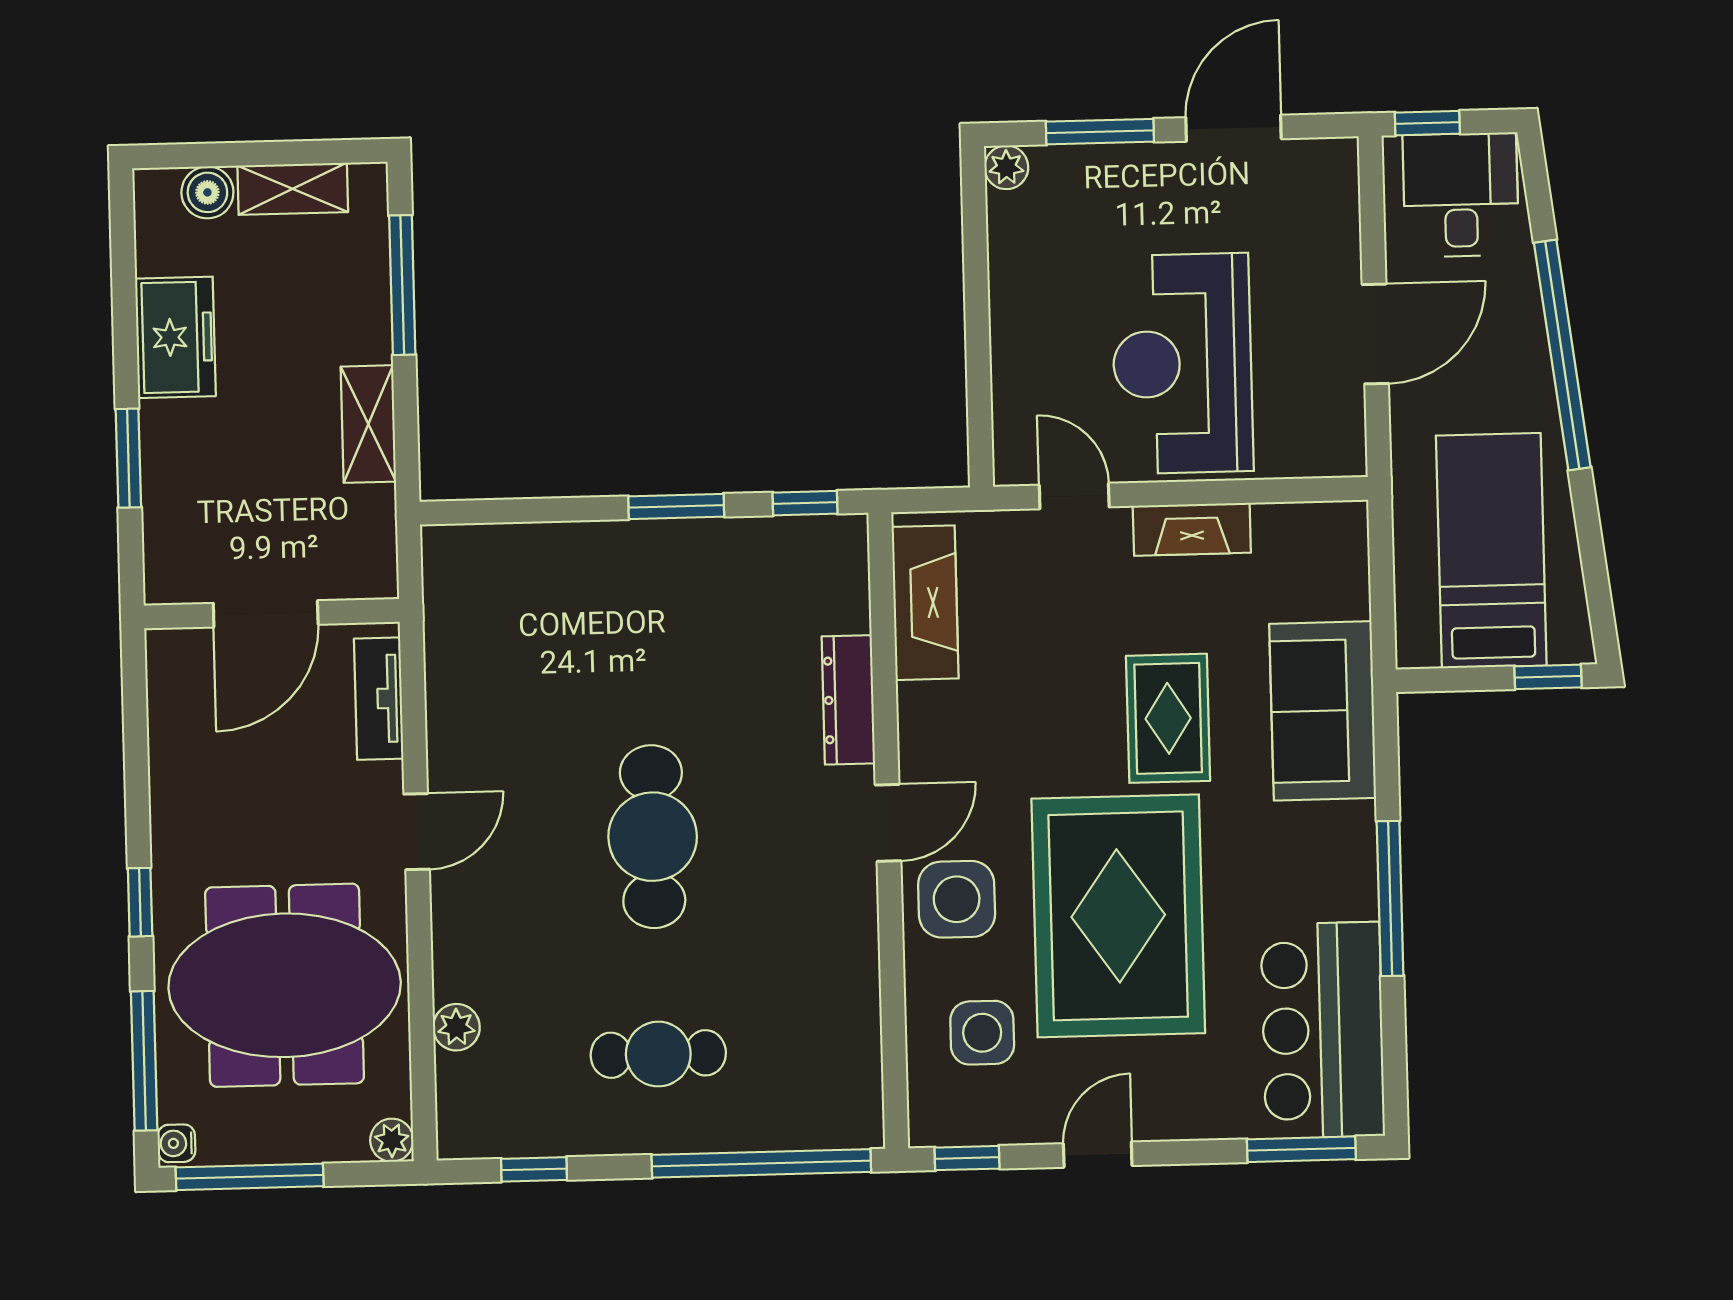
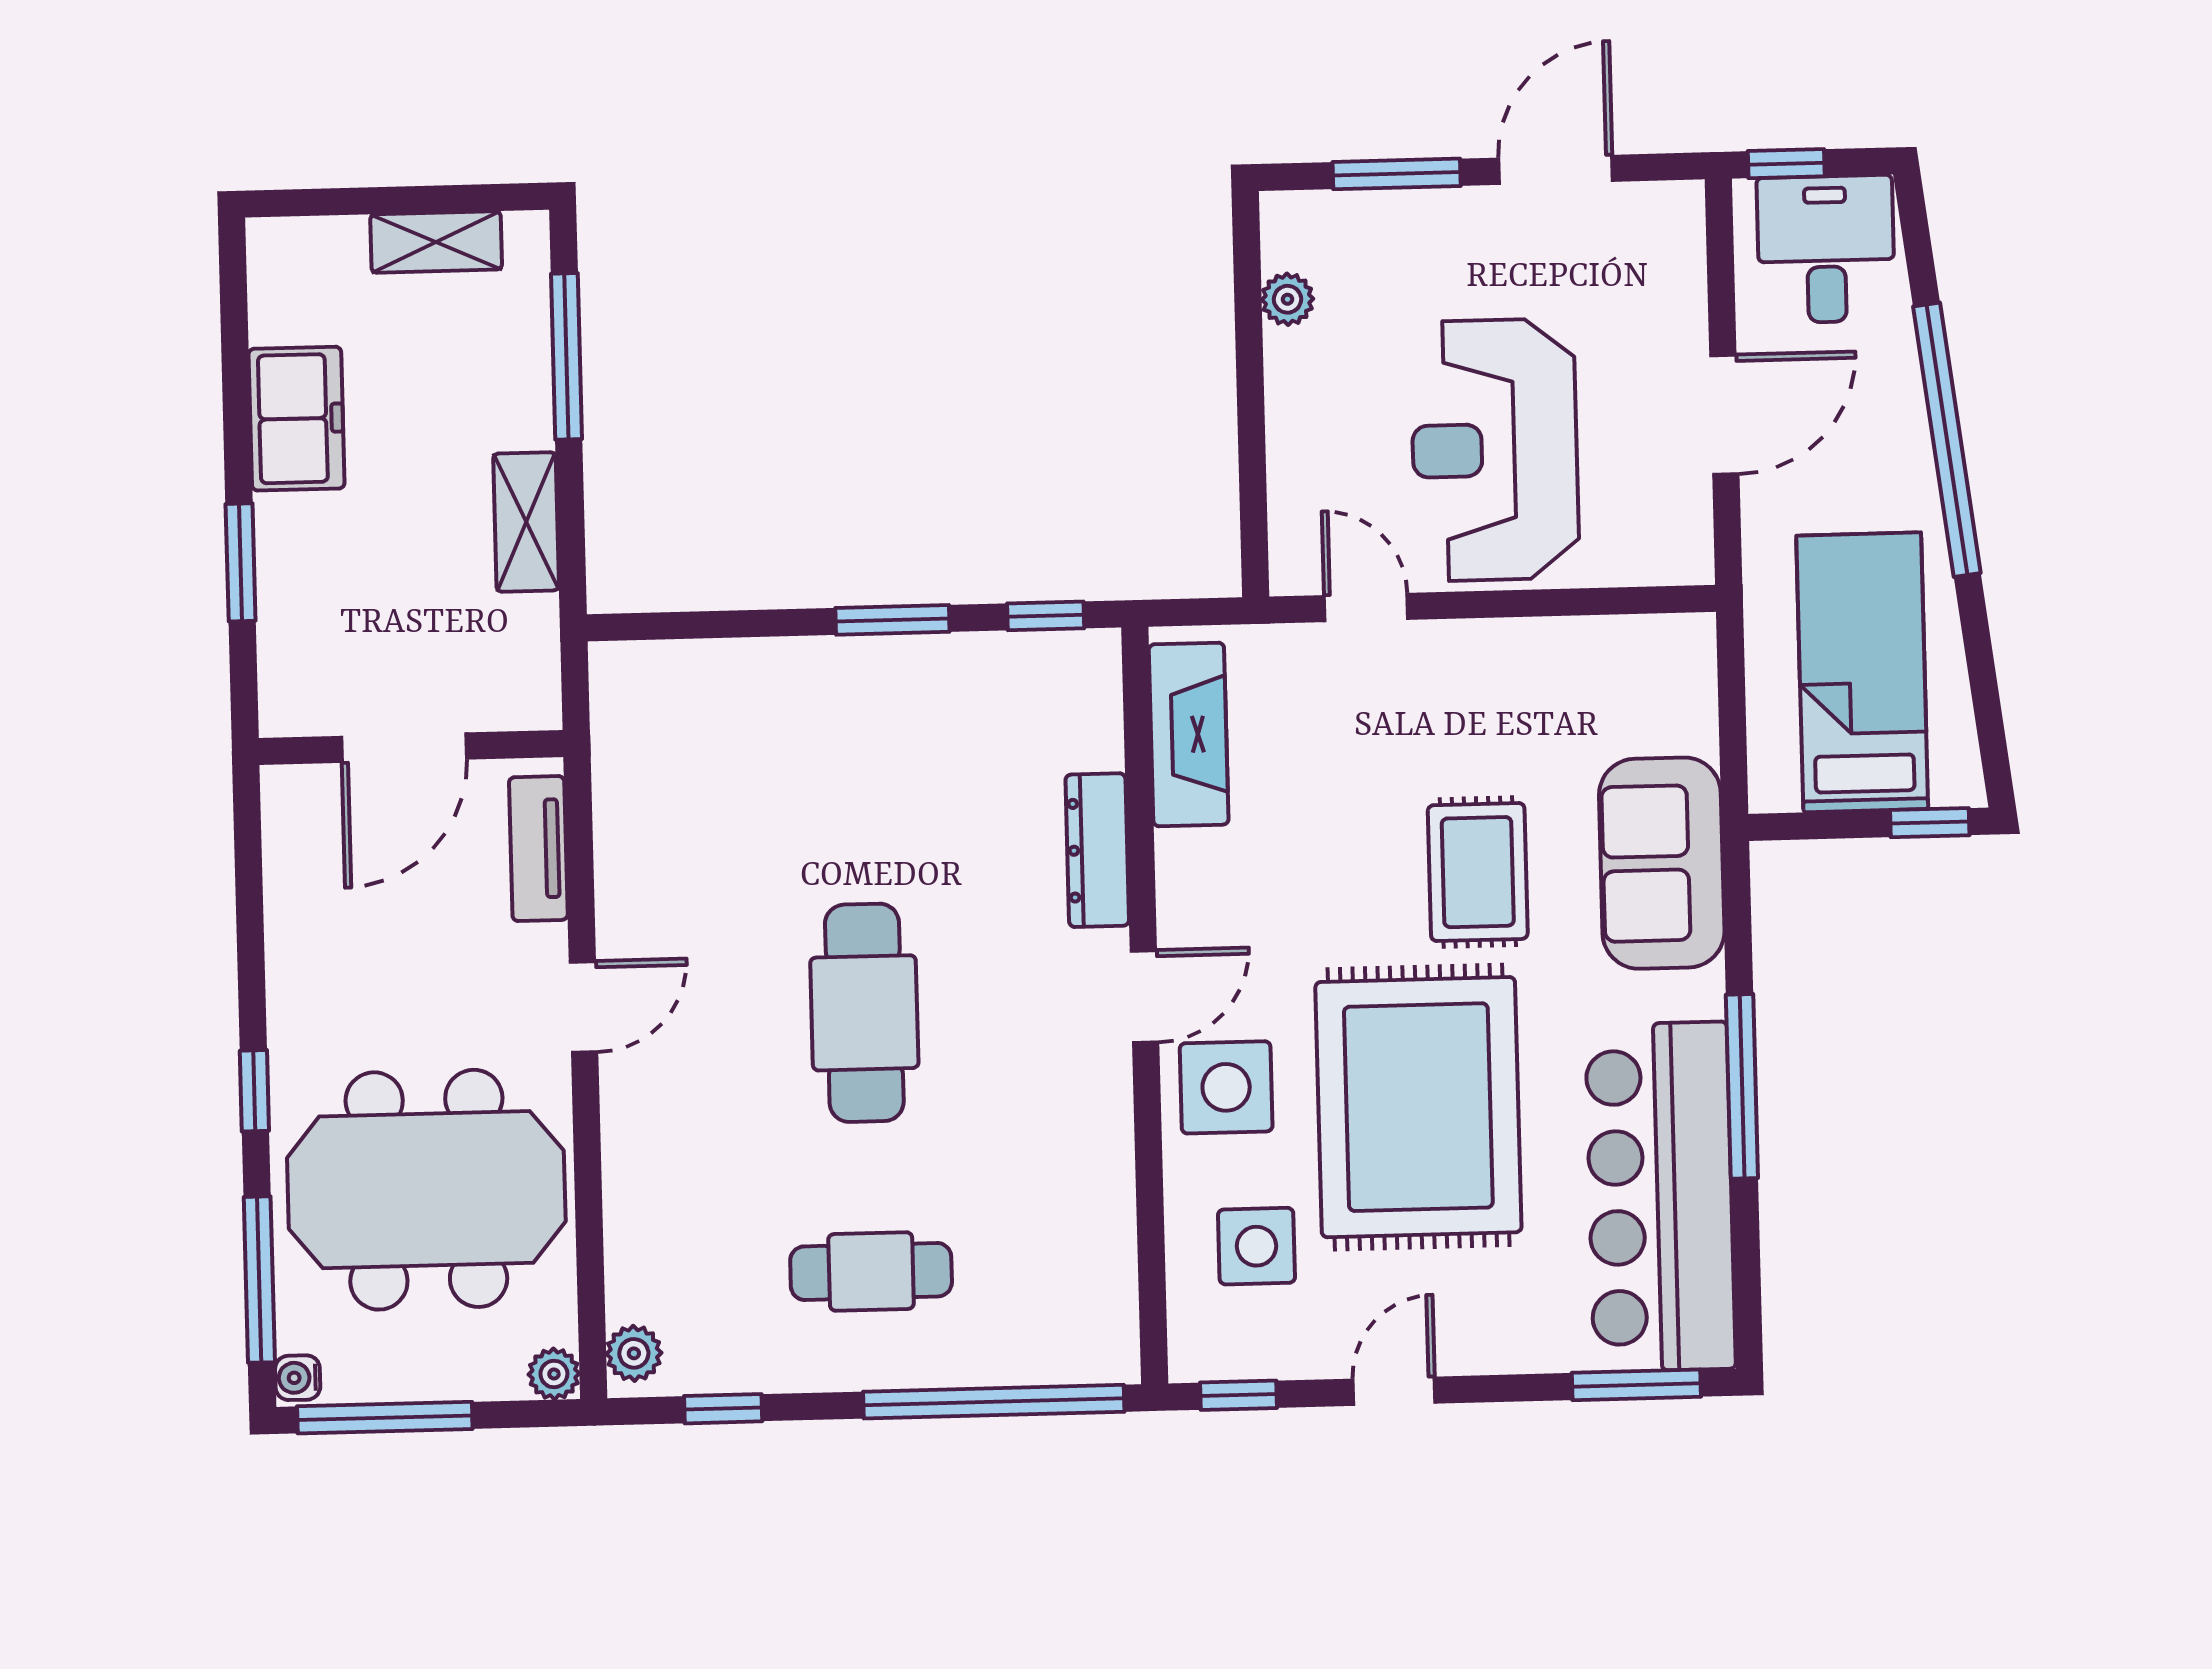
plant: (1006, 167) -> (1287, 299), moved
boiler: (207, 192) -> (335, 246), removed
fireplace: (1192, 529) -> (1506, 647), removed
plant: (456, 1027) -> (634, 1353), moved
bar counter: (1323, 1030) -> (1660, 1197), width x1.36

